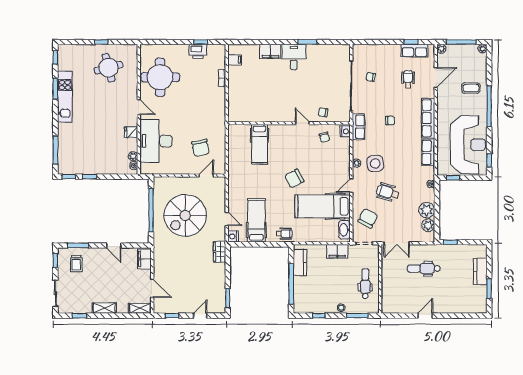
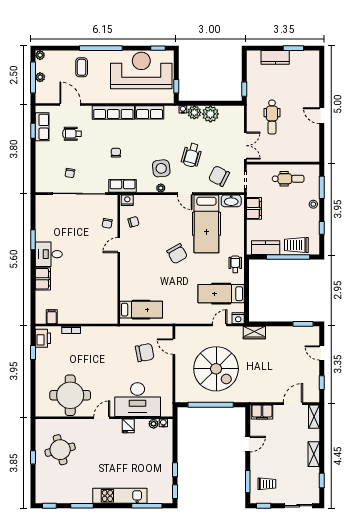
plant: (441, 49) -> (40, 77), moved
printer: (198, 51) -> (43, 338), moved
kitchen unit: (65, 97) -> (120, 496), moved
hospital bed: (259, 144) -> (141, 310), moved
plant: (428, 225) -> (194, 112), moved
dental chair: (365, 284) -> (288, 179), turned 180
trolley: (303, 292) -> (296, 245), added

